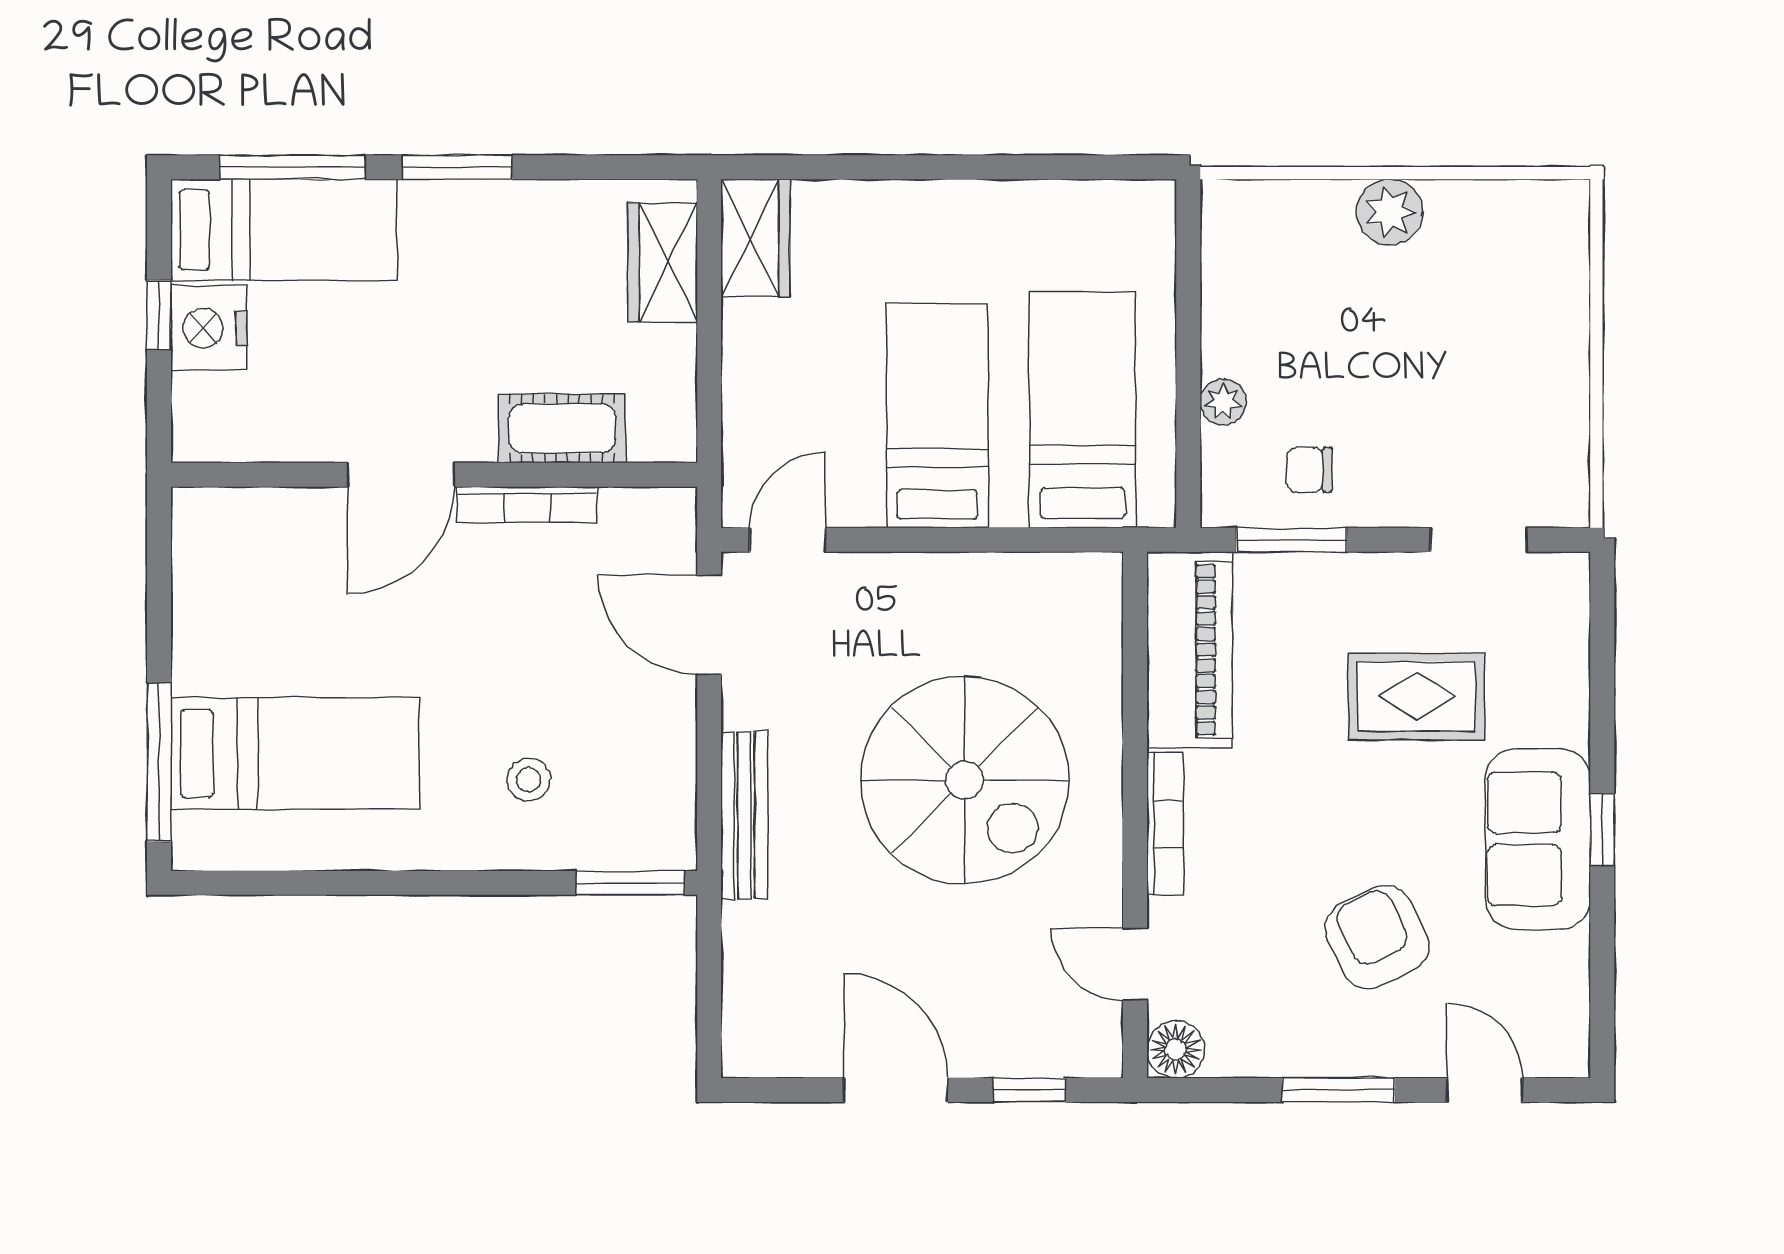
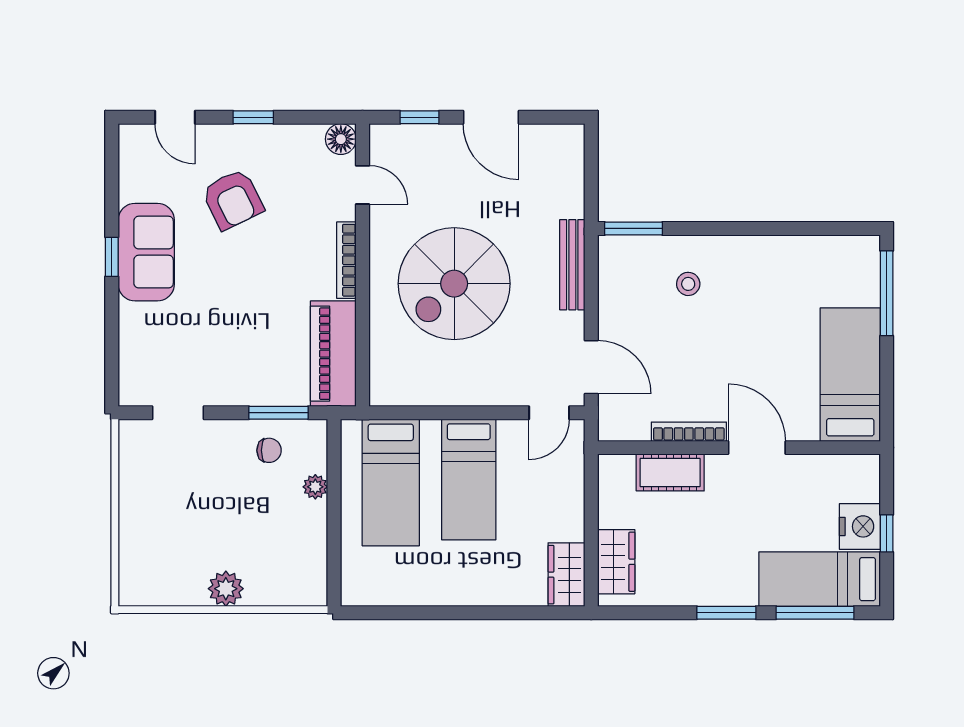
door: (401, 475) -> (757, 448), hinge flipped
rug: (1416, 697) -> (212, 329), removed
bed: (295, 754) -> (850, 375), moved, turned 90
spiral stairs: (965, 780) -> (454, 284), turned -90
window: (1339, 1090) -> (253, 117), width x0.67

